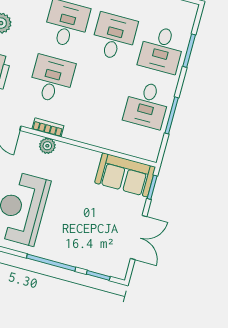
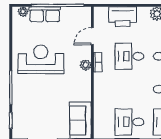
desk: (52, 79) -> (129, 56), turned 180

